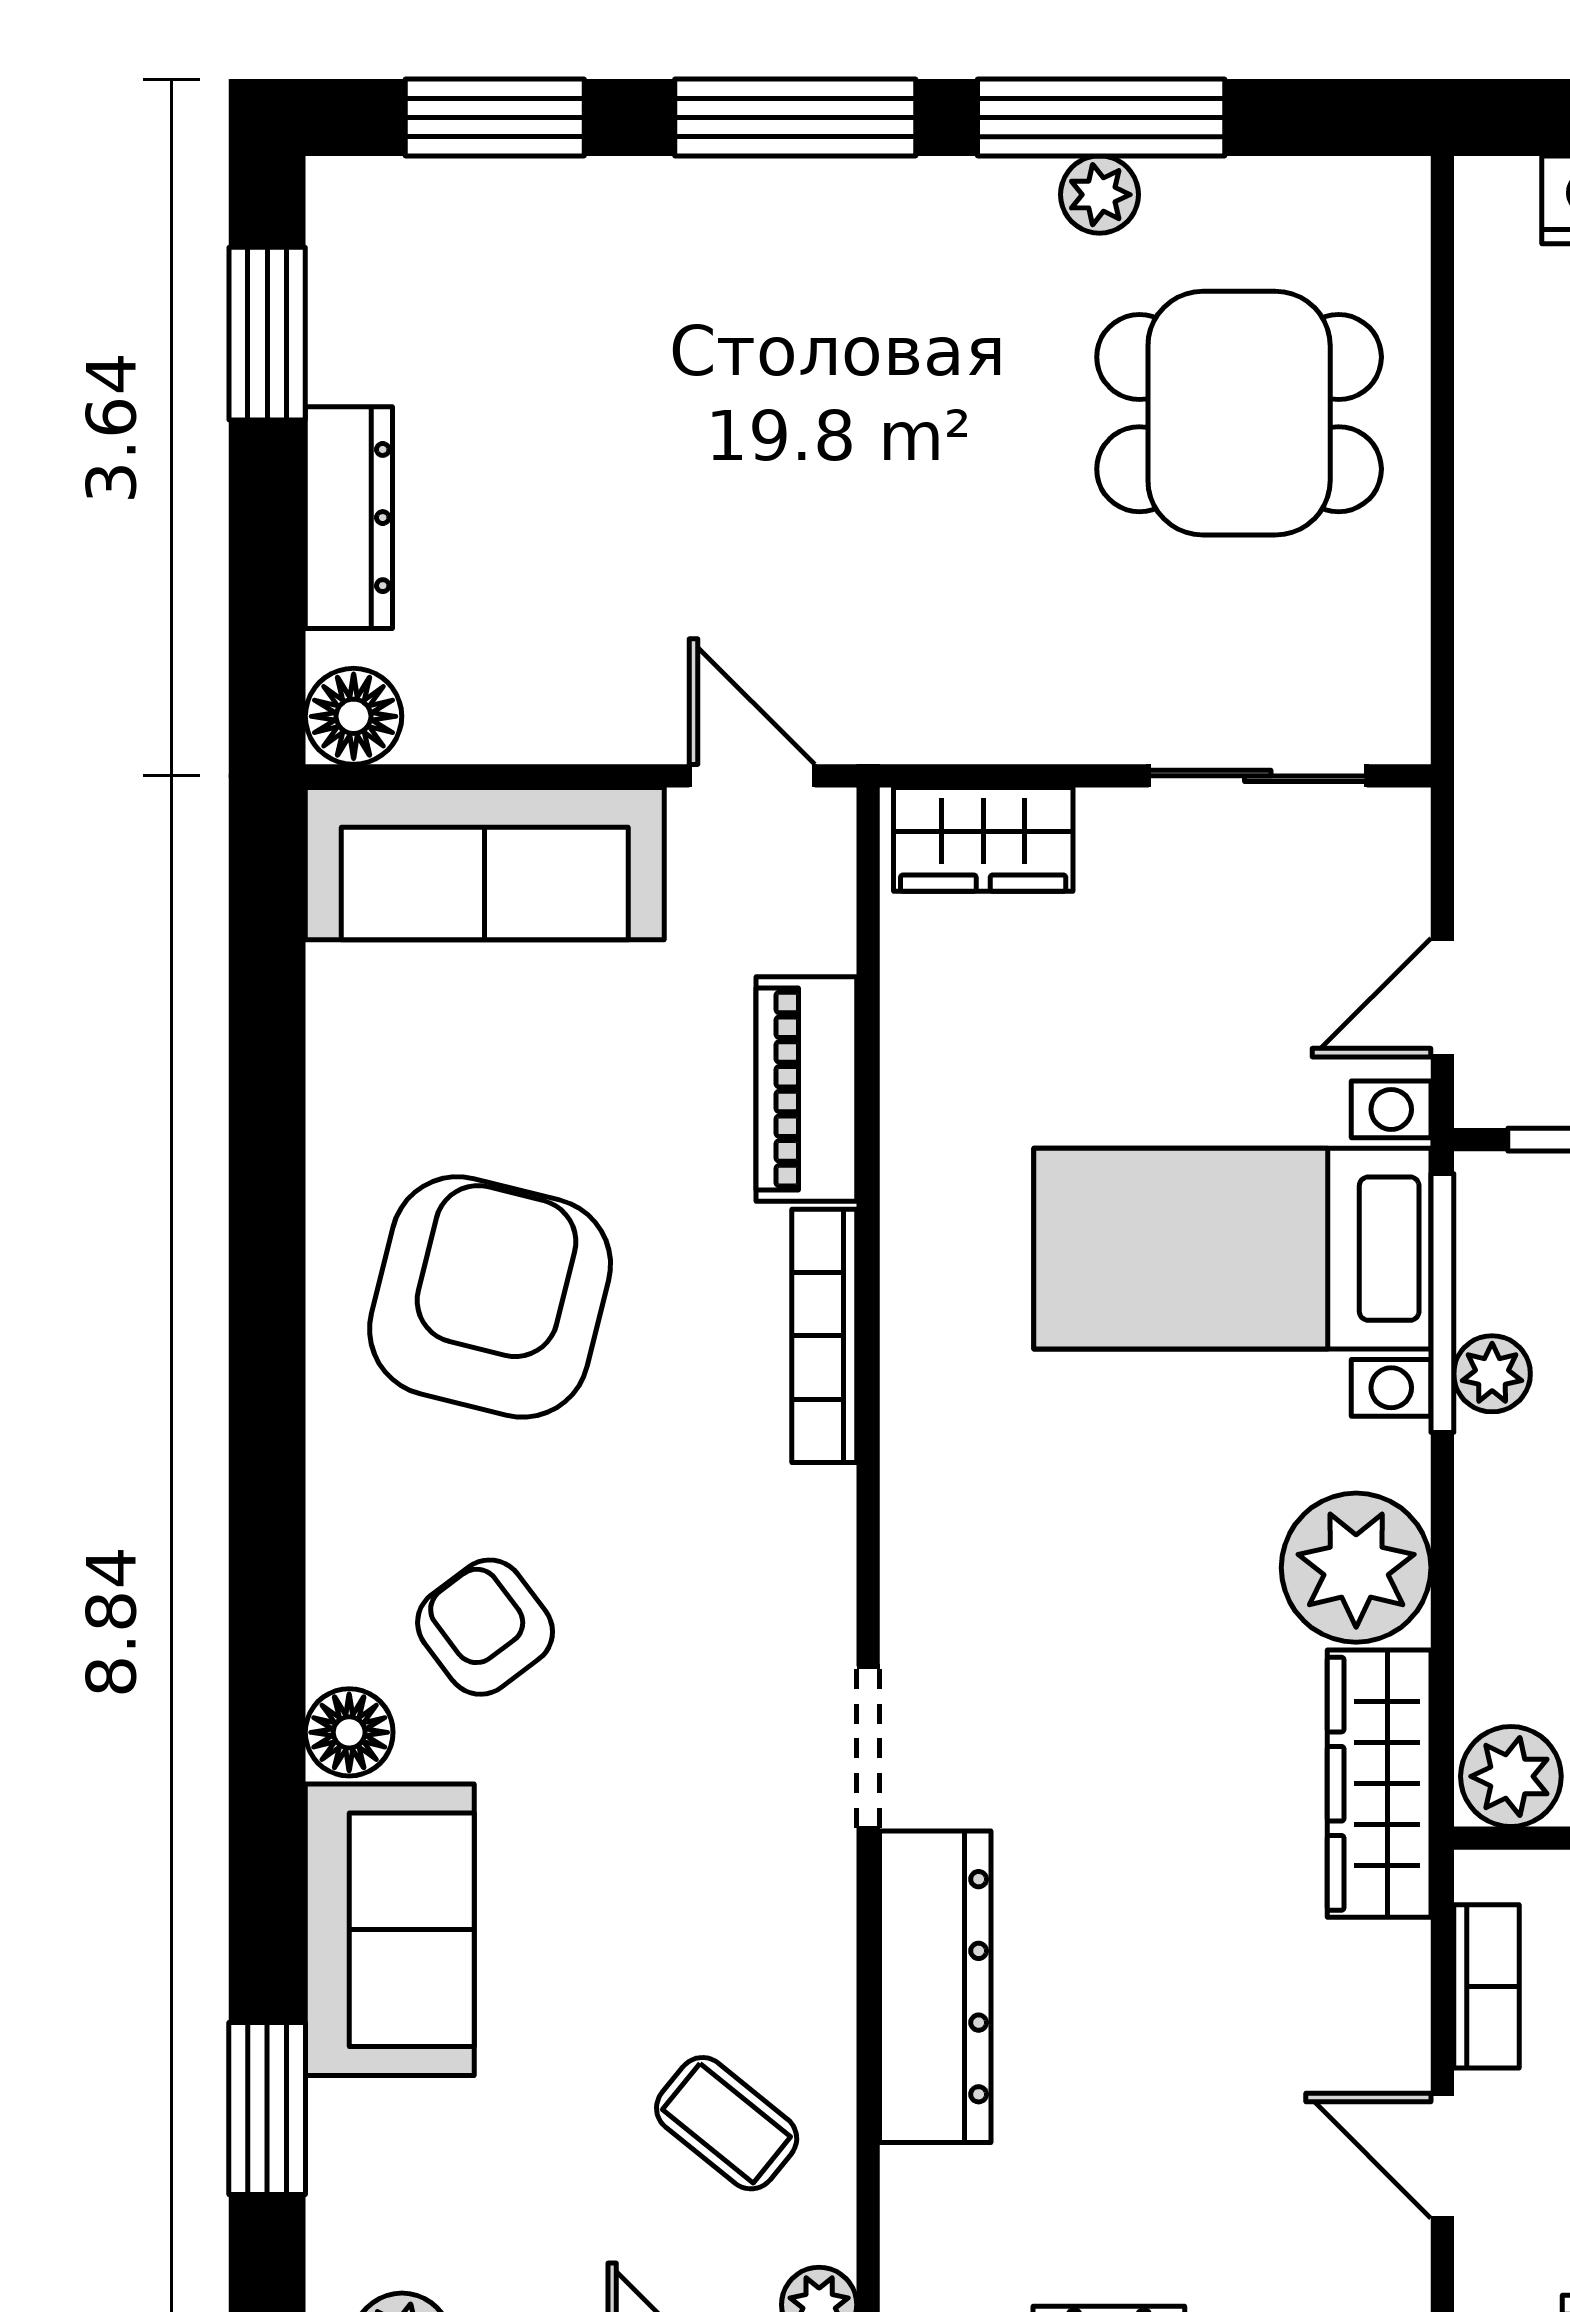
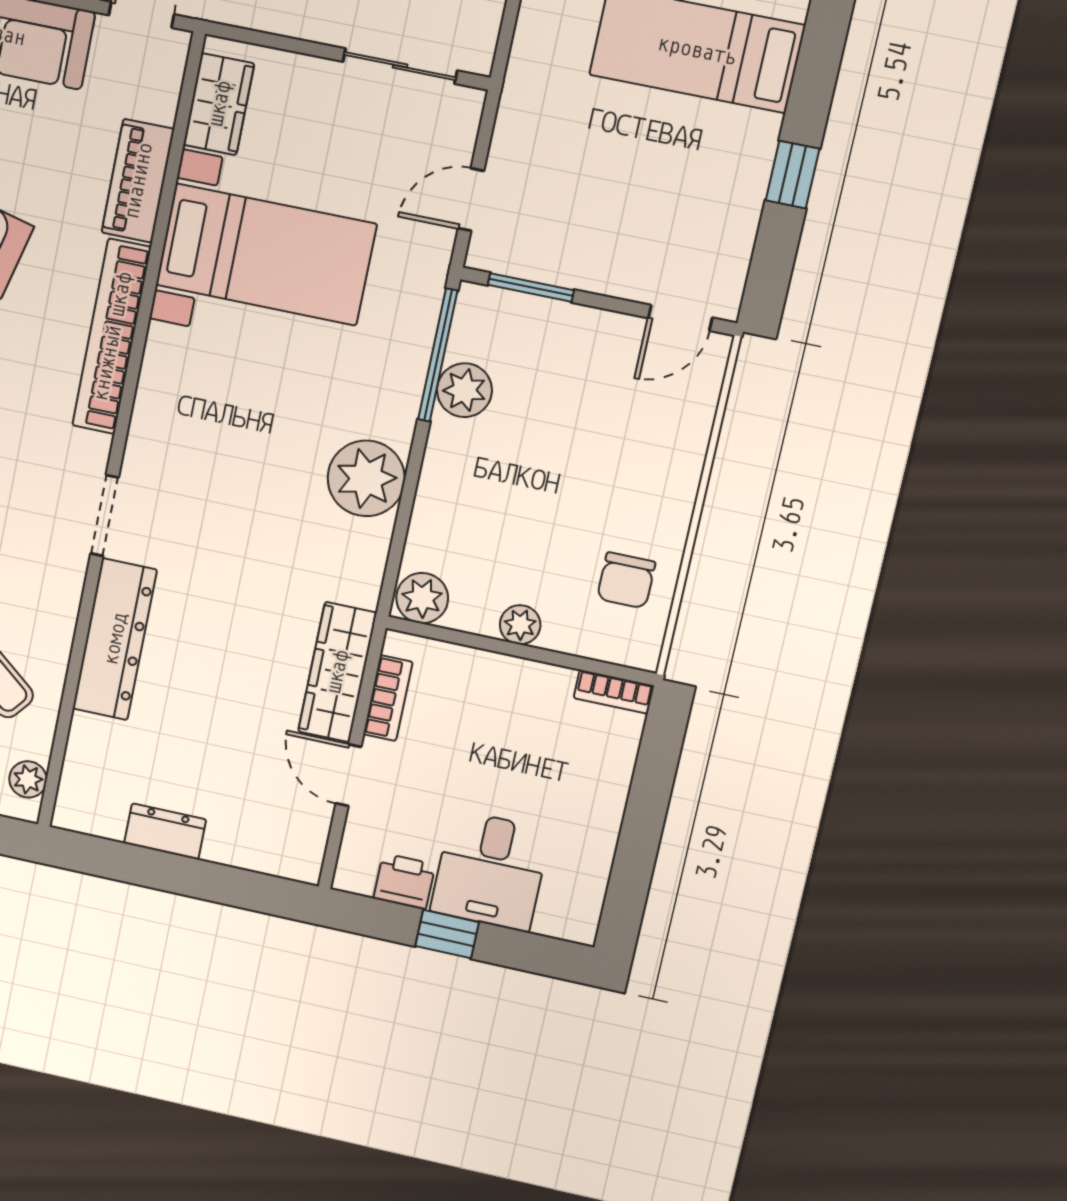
wardrobe: (983, 839) -> (219, 104), moved, turned -90
bed with nightstands: (1232, 1249) -> (266, 254), moved, turned 180
bookcase: (824, 1336) -> (112, 337), width x1.48, depth x1.31
plant: (1492, 1374) -> (464, 390), width x1.38, depth x1.38
wardrobe: (1379, 1784) -> (337, 672), moved

